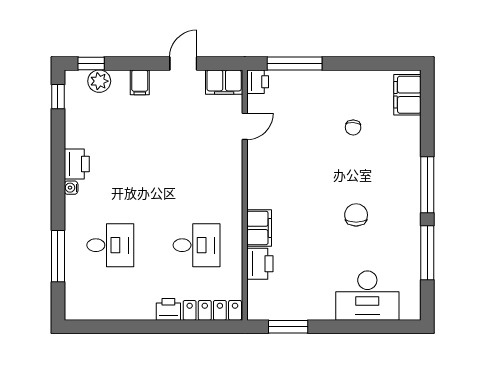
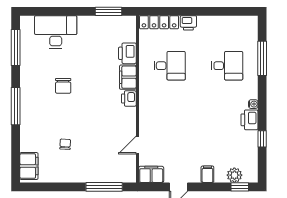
printer: (258, 82) -> (129, 98), moved
window: (58, 97) -> (262, 139), moved
desk: (110, 245) -> (227, 66), turned 180
desk: (197, 245) -> (170, 66), turned 180
window: (427, 253) -> (16, 48), moved

